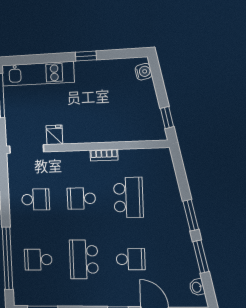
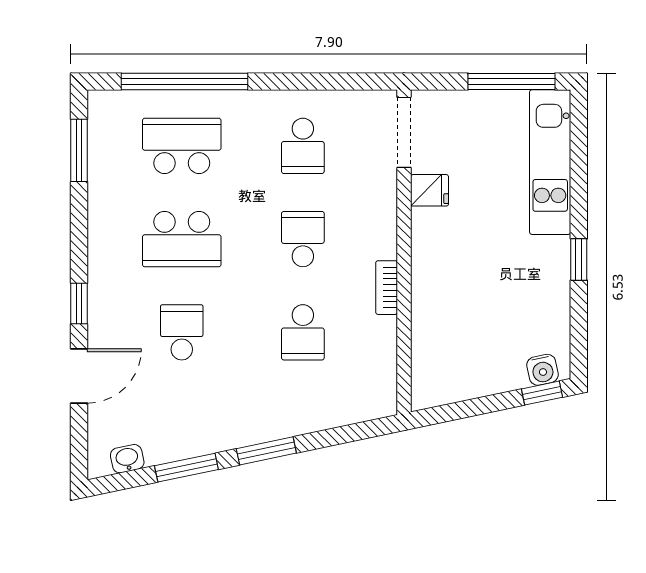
window: (167, 118) -> (542, 393), moved
school desk: (128, 198) -> (303, 332), width x0.54
school desk: (84, 259) -> (182, 239), turned 180
school desk: (131, 259) -> (182, 332), turned 180
school desk: (38, 260) -> (182, 146), width x1.85

